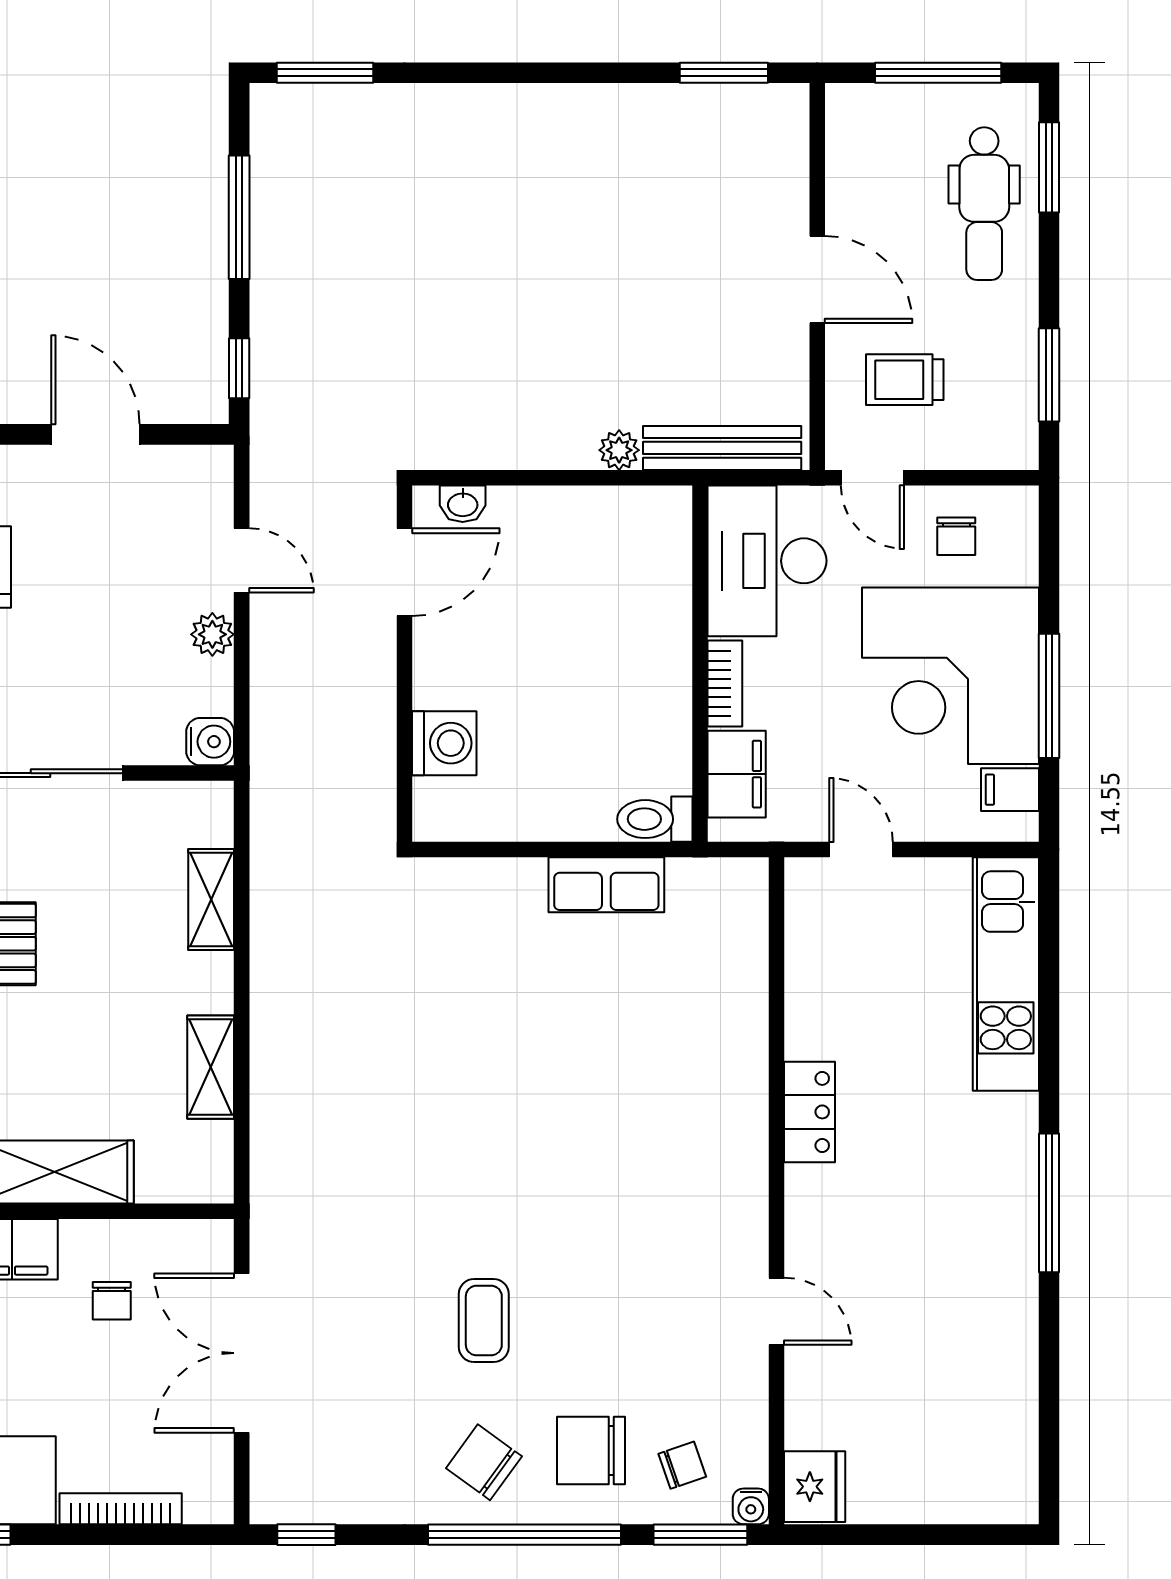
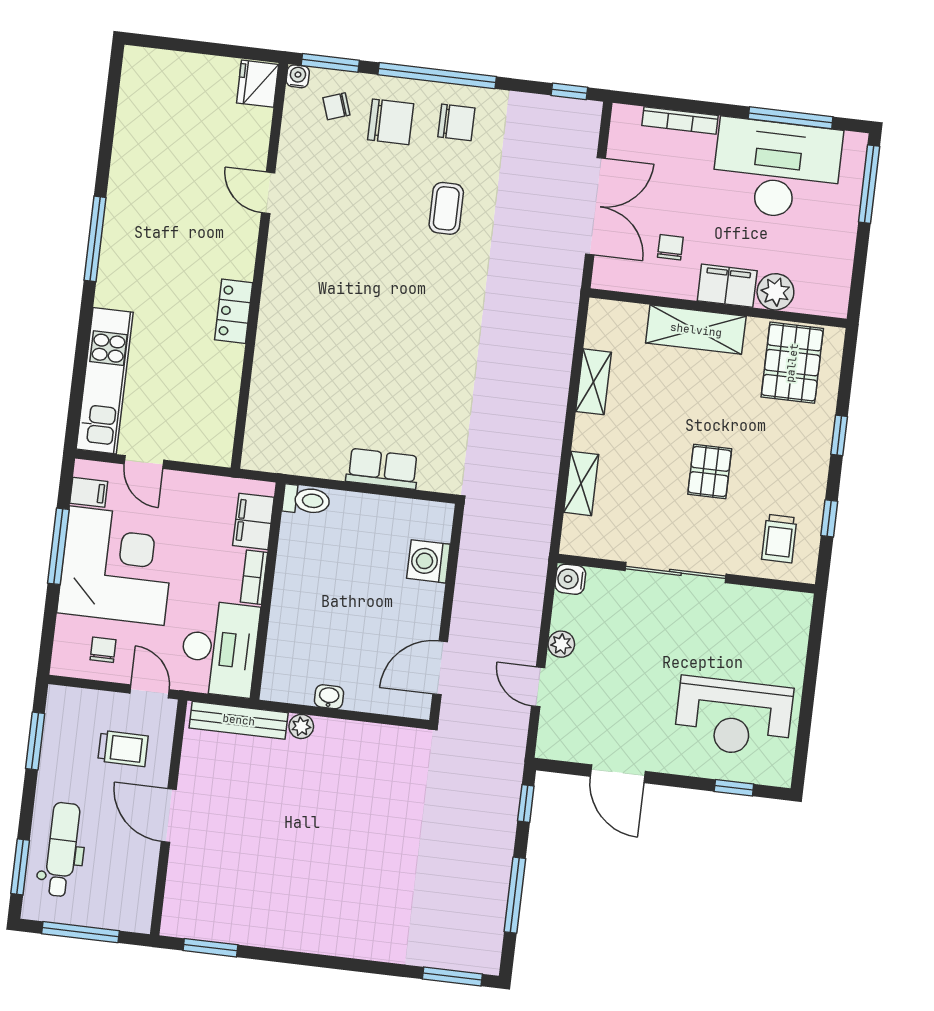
washbasin: (463, 504) -> (329, 697), moved
door: (861, 850) -> (144, 462), moved
row of seats: (606, 885) -> (382, 469), moved
chair: (484, 1462) -> (456, 122), turned -36

